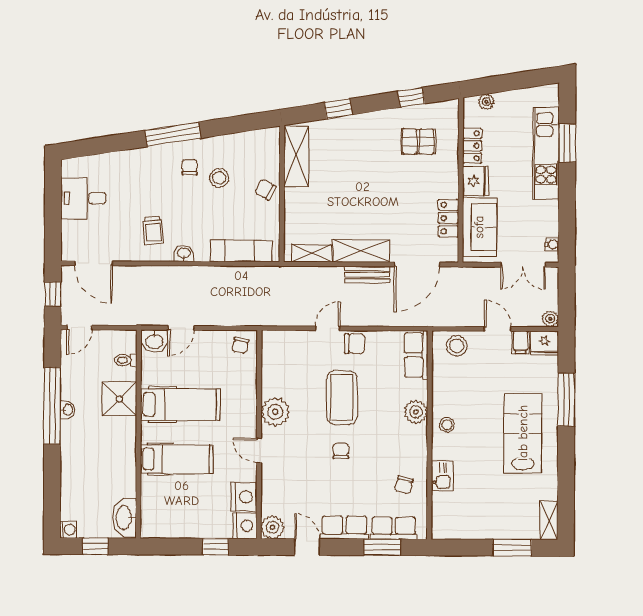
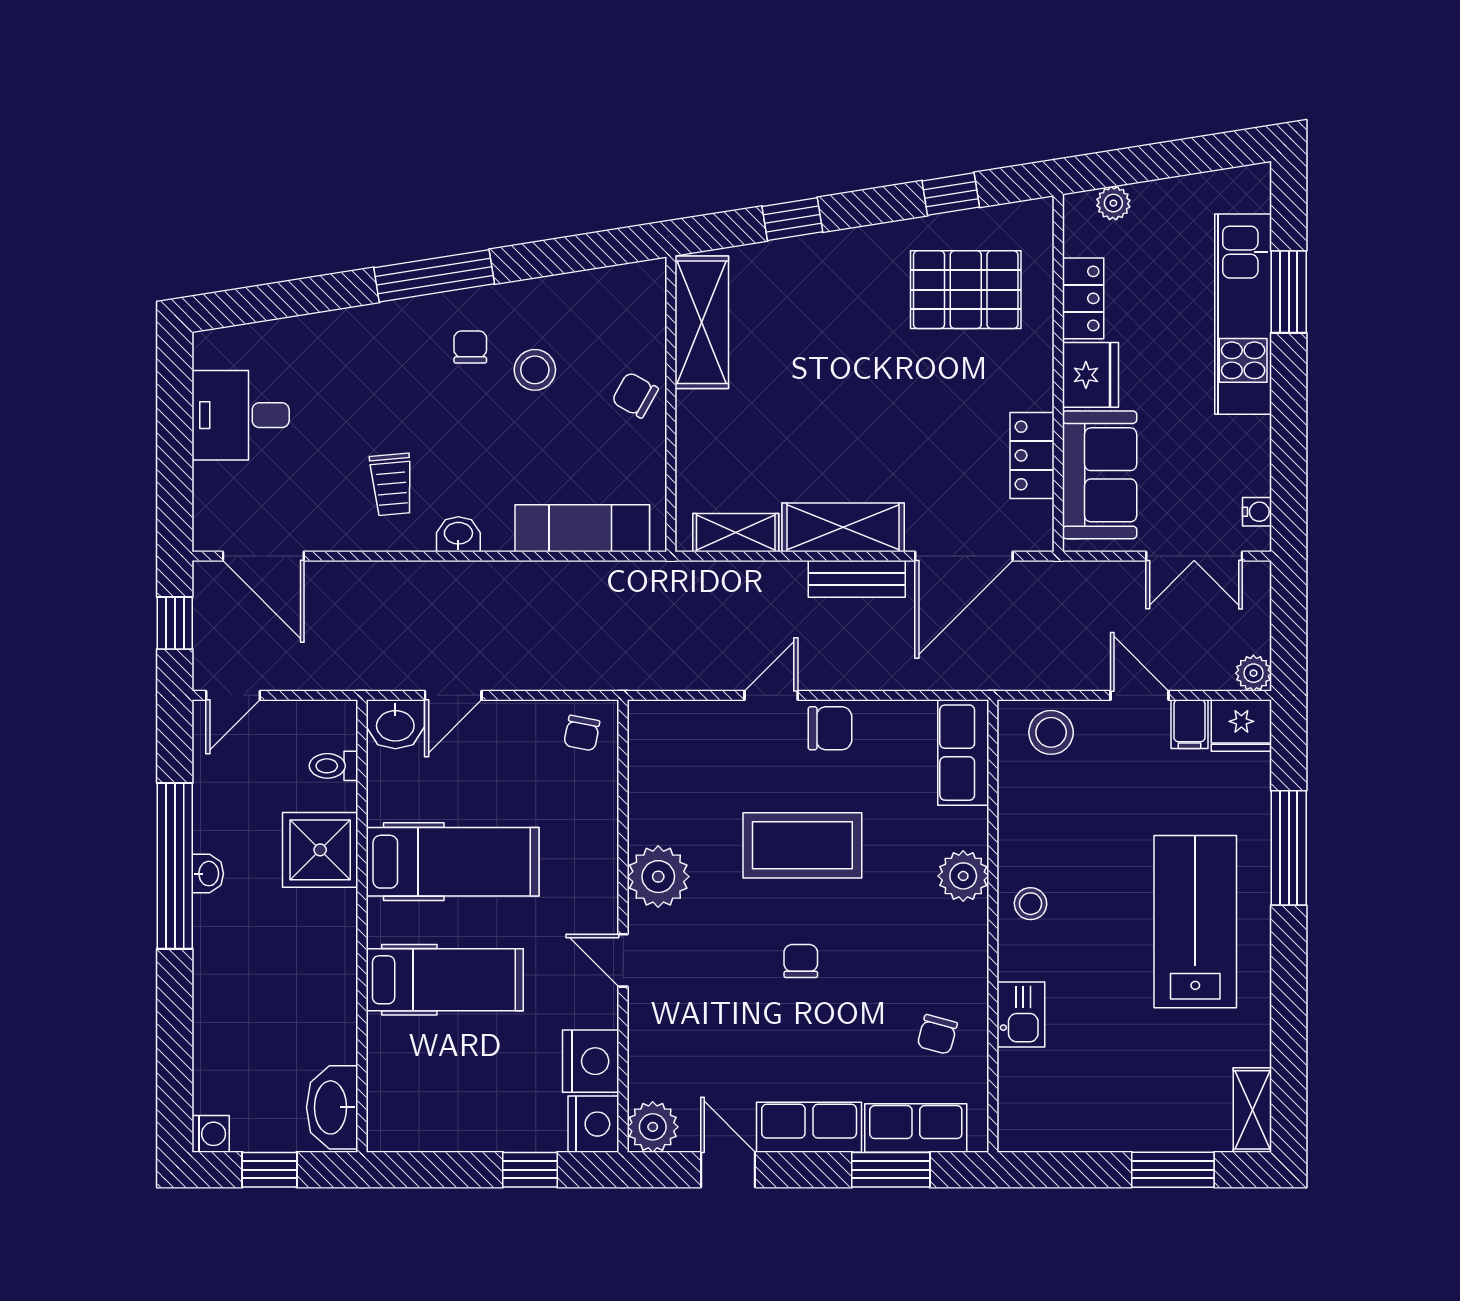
pallet: (418, 142) -> (966, 290), width x1.50, depth x1.42
coffee table: (342, 398) -> (802, 845), turned 90

